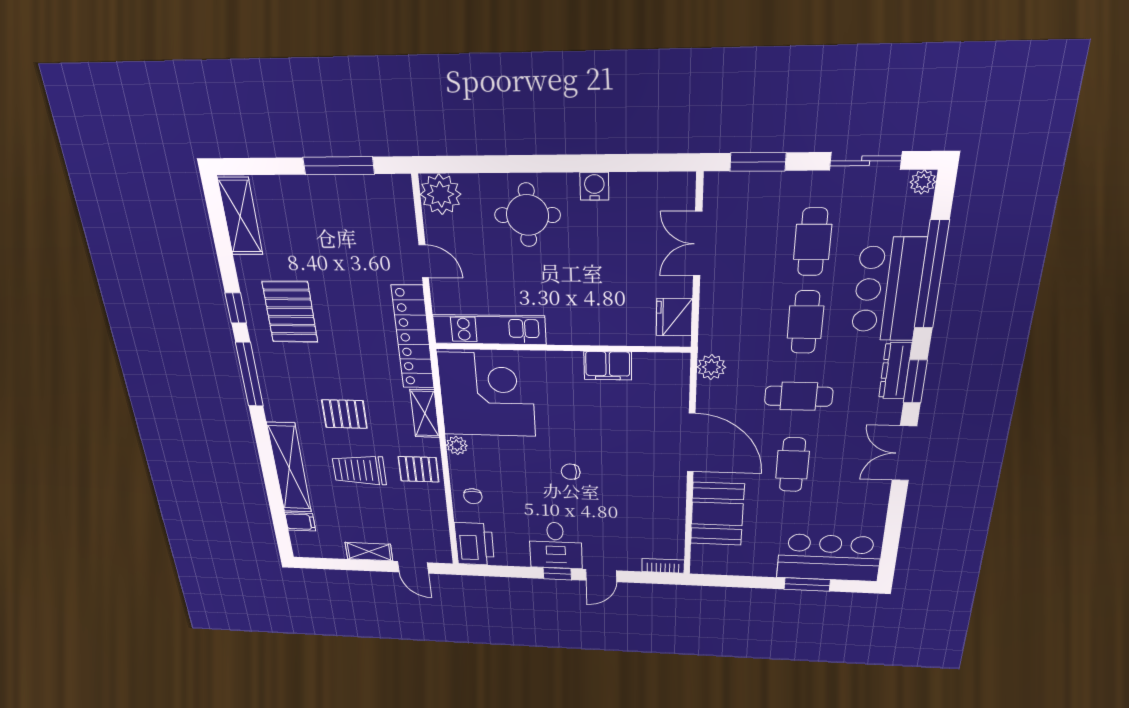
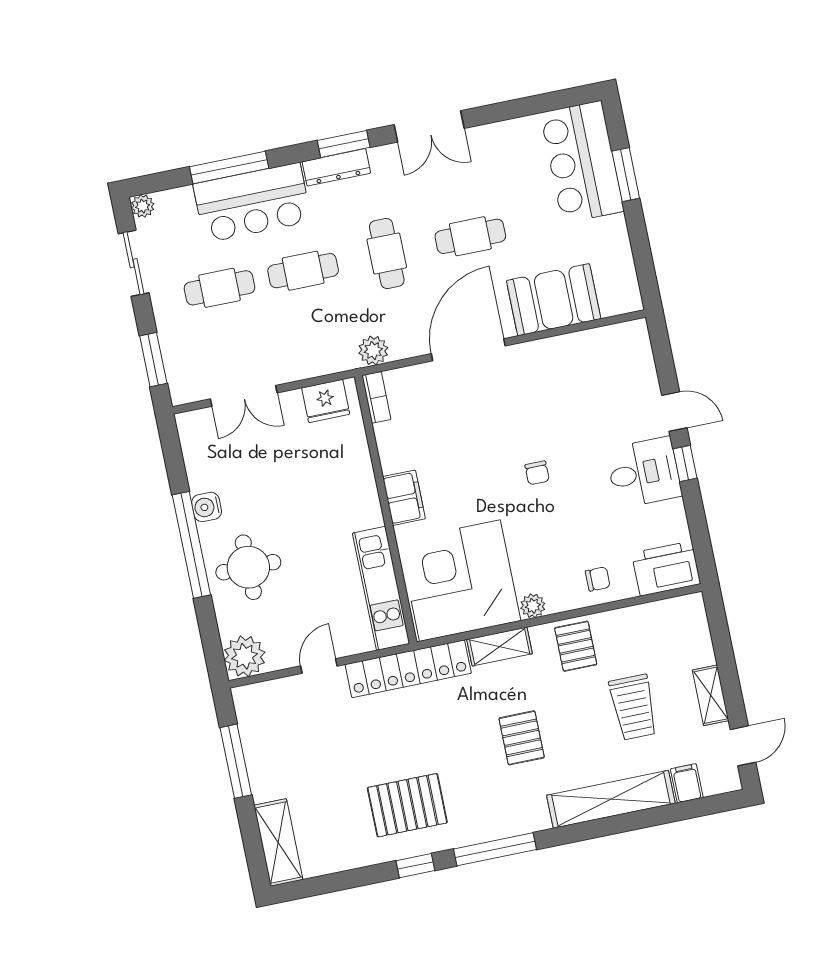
window: (559, 164) -> (191, 545), added
shelving: (240, 216) -> (278, 843), moved, turned 90
window: (931, 275) -> (229, 167), width x0.68
filing cabinet: (608, 366) -> (404, 498), moved
trolley: (359, 470) -> (633, 707), moved
bookcase: (663, 566) -> (376, 397), moved, turned 180
door: (413, 567) -> (743, 746), moved

